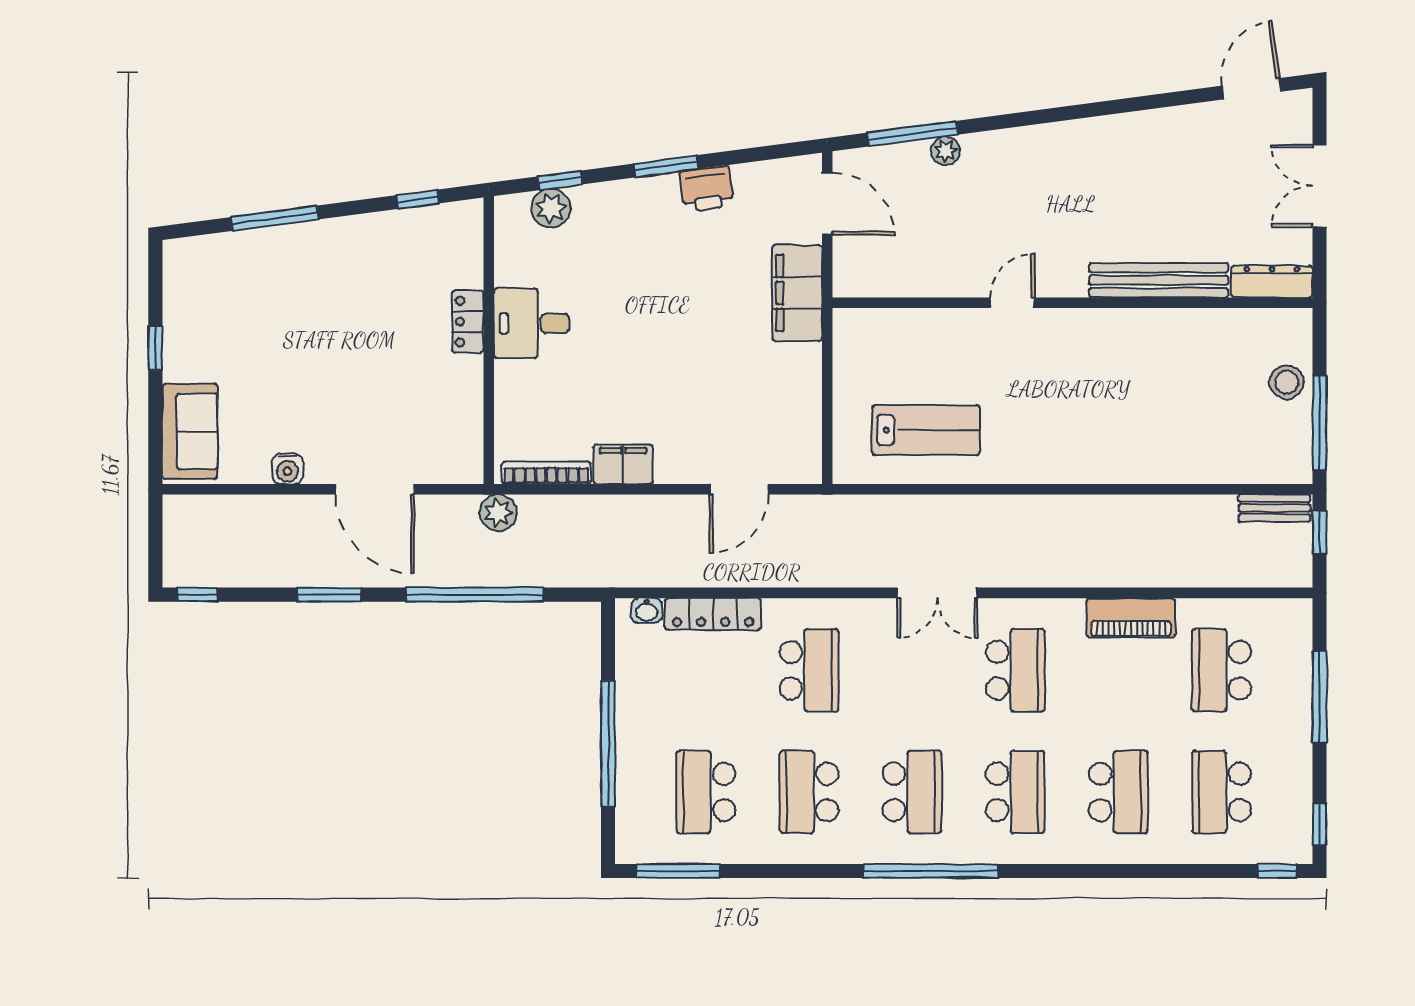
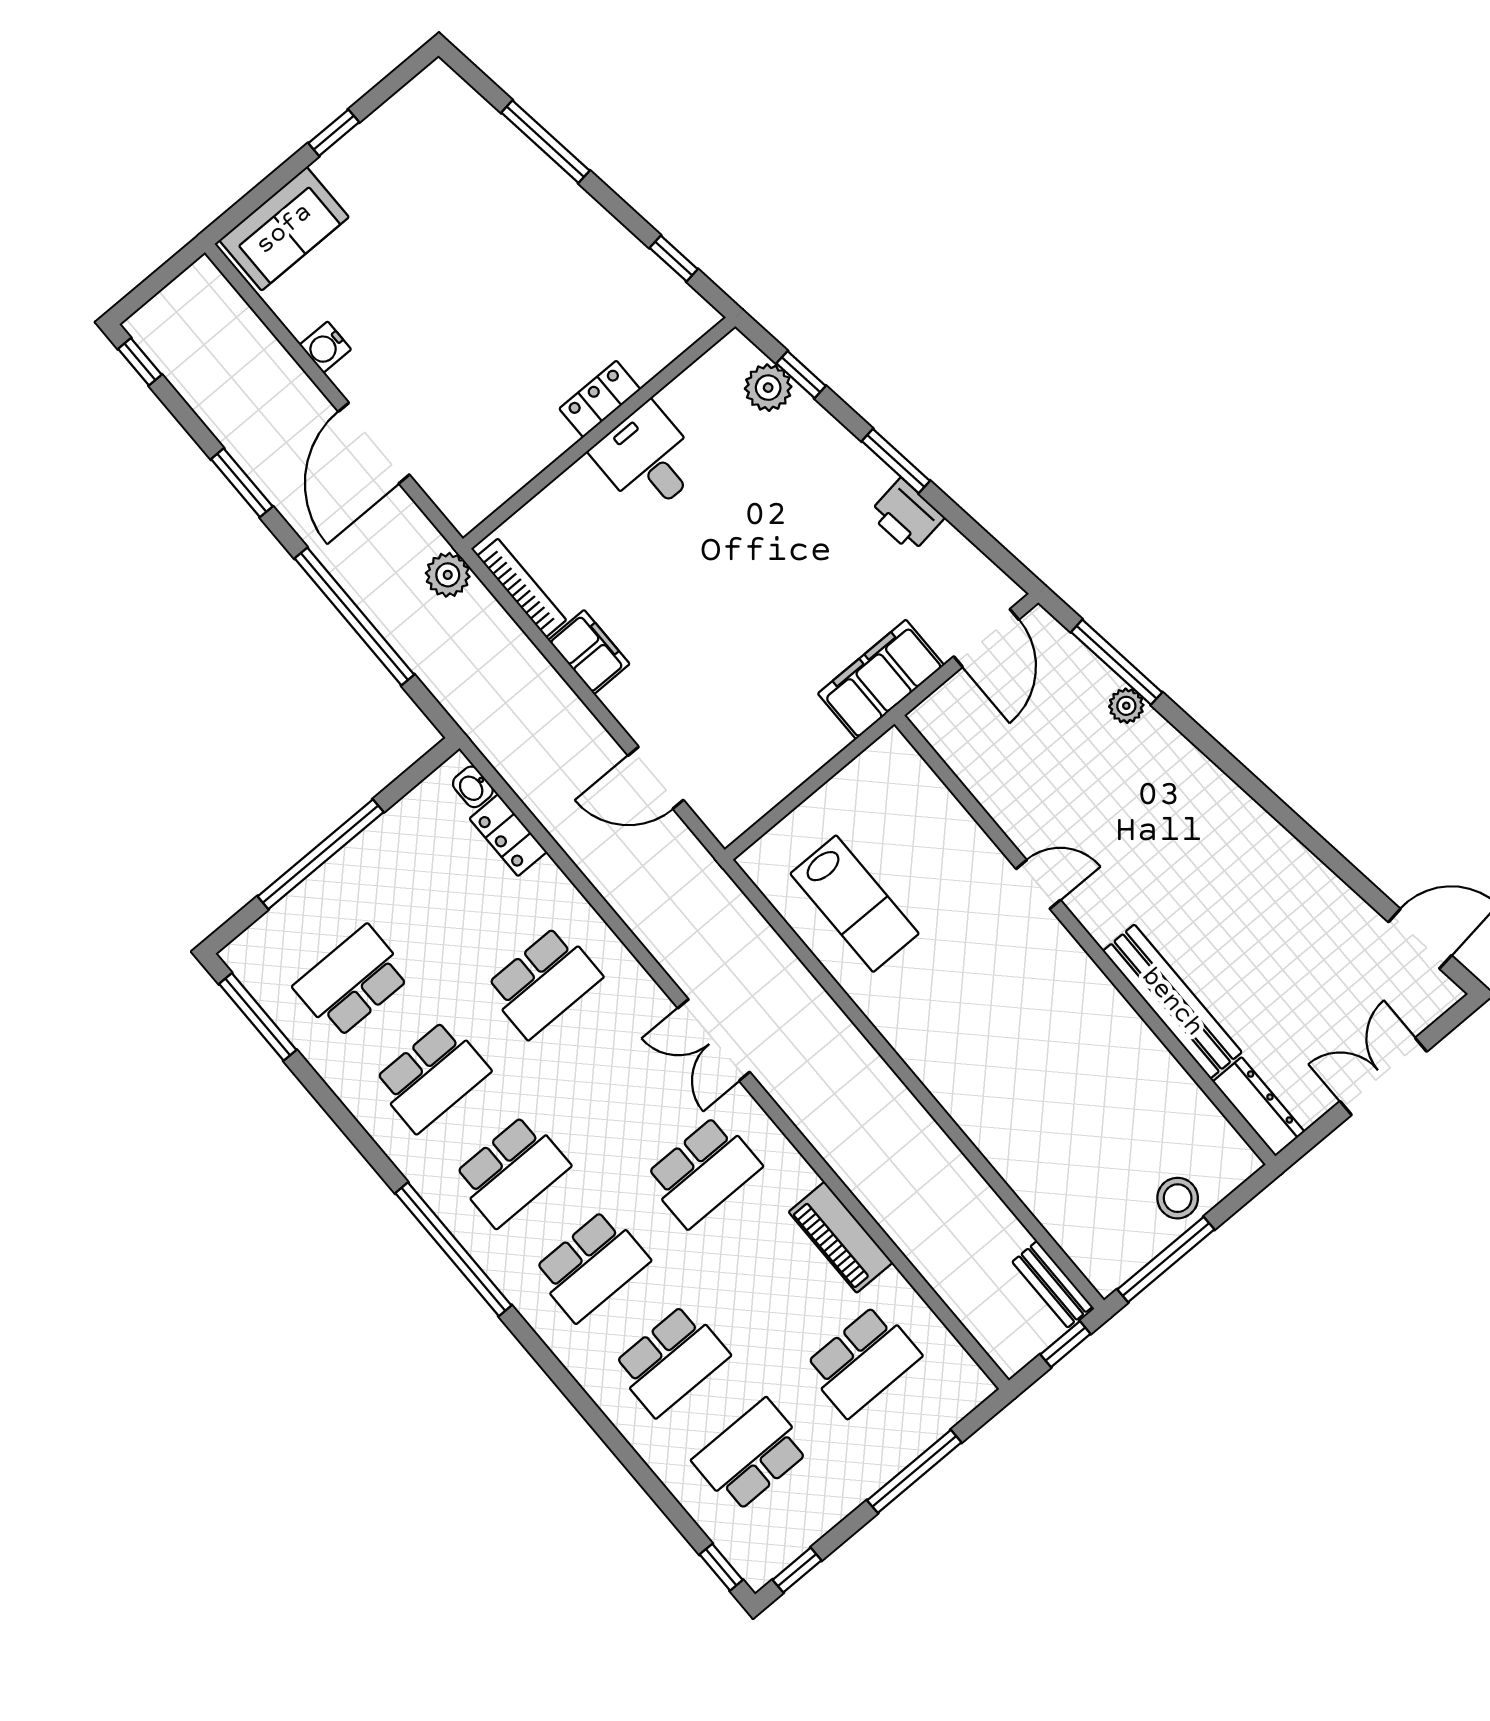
locker: (713, 614) -> (508, 835), width x0.66
school desk: (1222, 670) -> (863, 1361), turned 180
school desk: (809, 792) -> (432, 1076), turned 180

